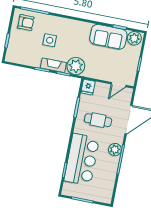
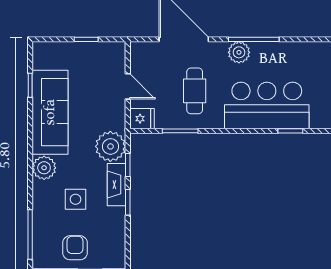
armchair: (26, 22) -> (75, 248), moved
sofa: (108, 37) -> (50, 112), width x1.36
plant: (134, 38) -> (44, 168), moved
door: (119, 85) -> (128, 86), moved

